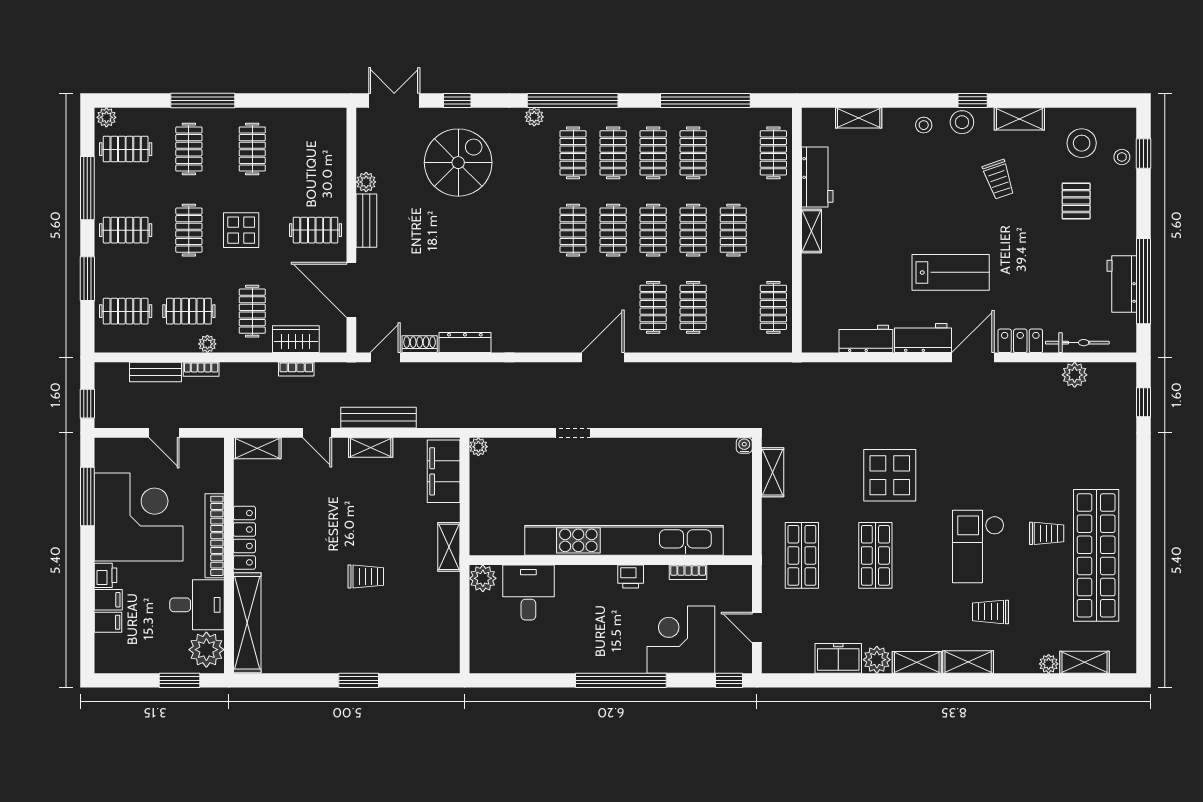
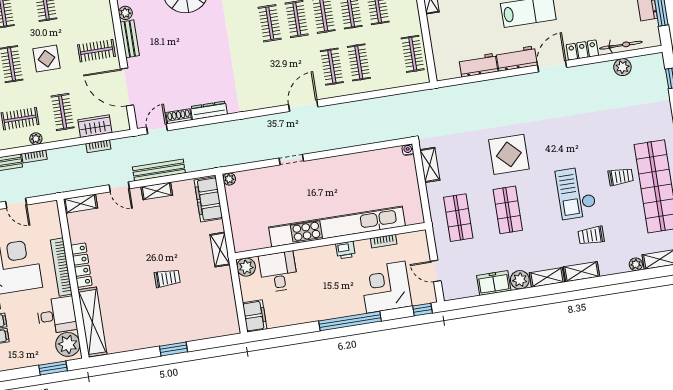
filing cabinet: (484, 651) -> (255, 316), added

